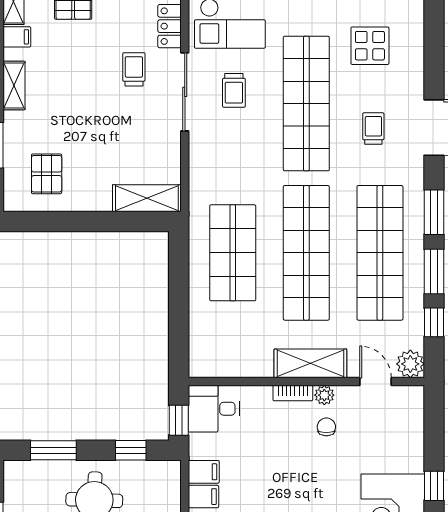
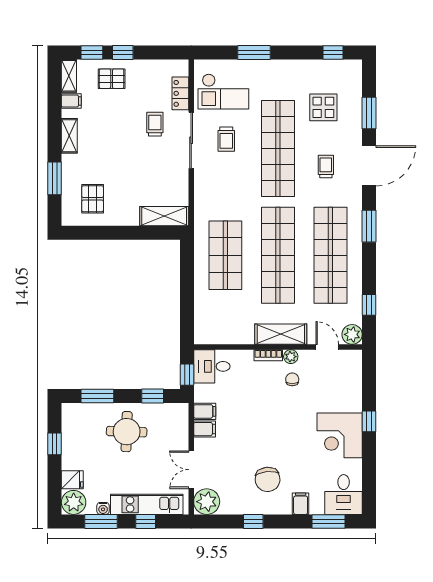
window: (434, 272) -> (369, 113), moved

